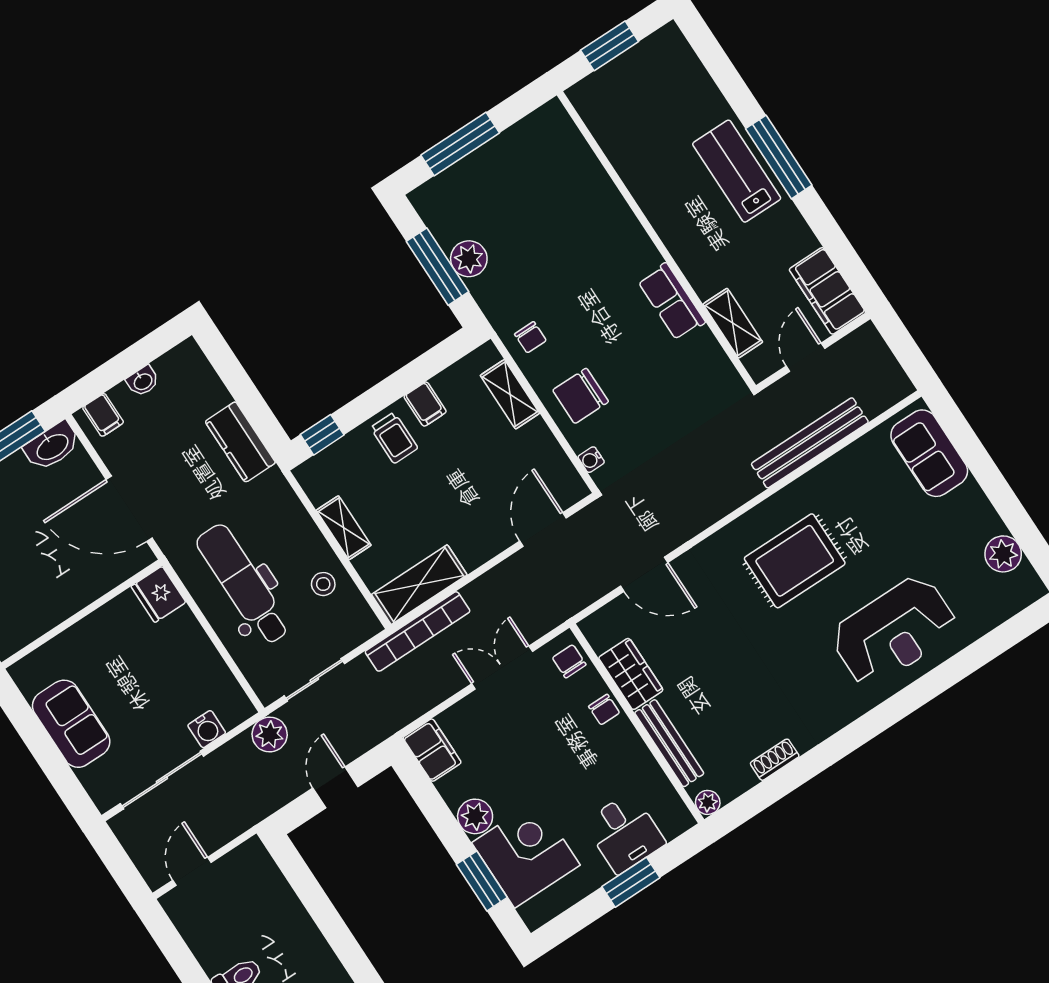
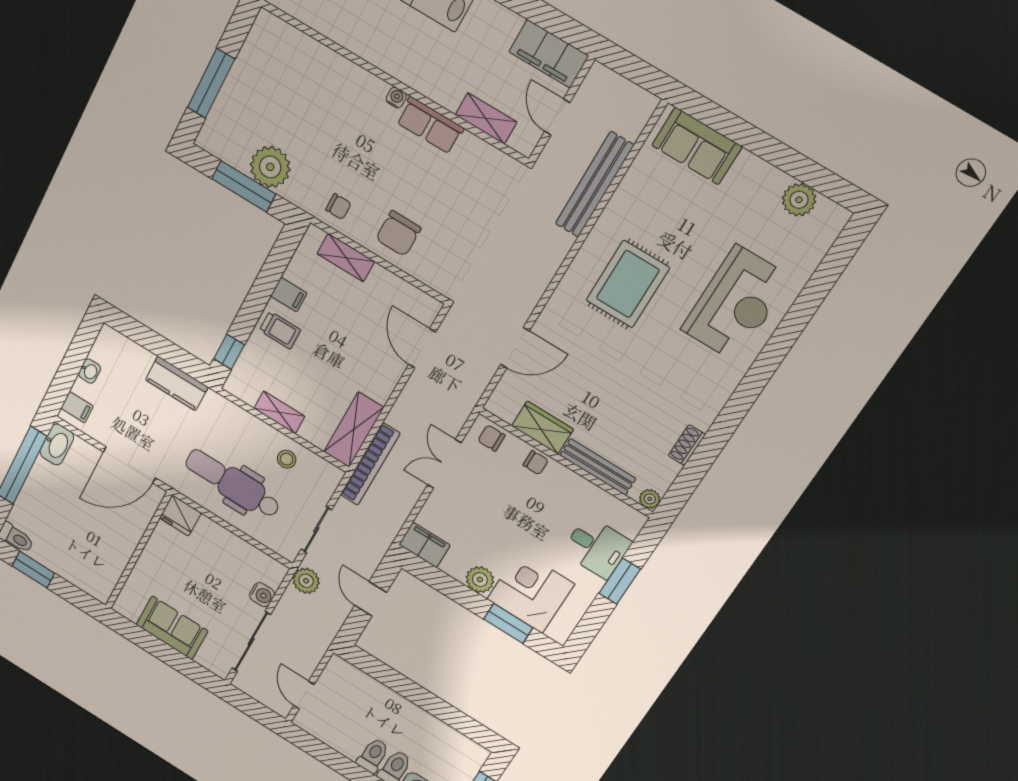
plant: (469, 259) -> (270, 167), width x1.36, depth x1.36
water cooler: (591, 460) -> (396, 98), moved, turned 180

